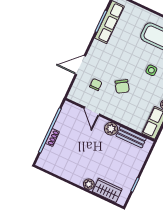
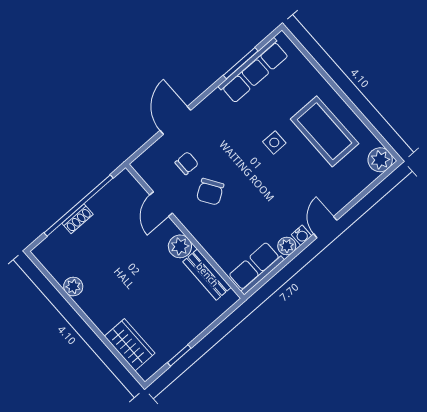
door: (80, 65) -> (175, 120), hinge flipped
side table: (151, 70) -> (274, 142), moved
chair: (122, 86) -> (210, 192), moved
plant: (89, 184) -> (73, 287), moved

